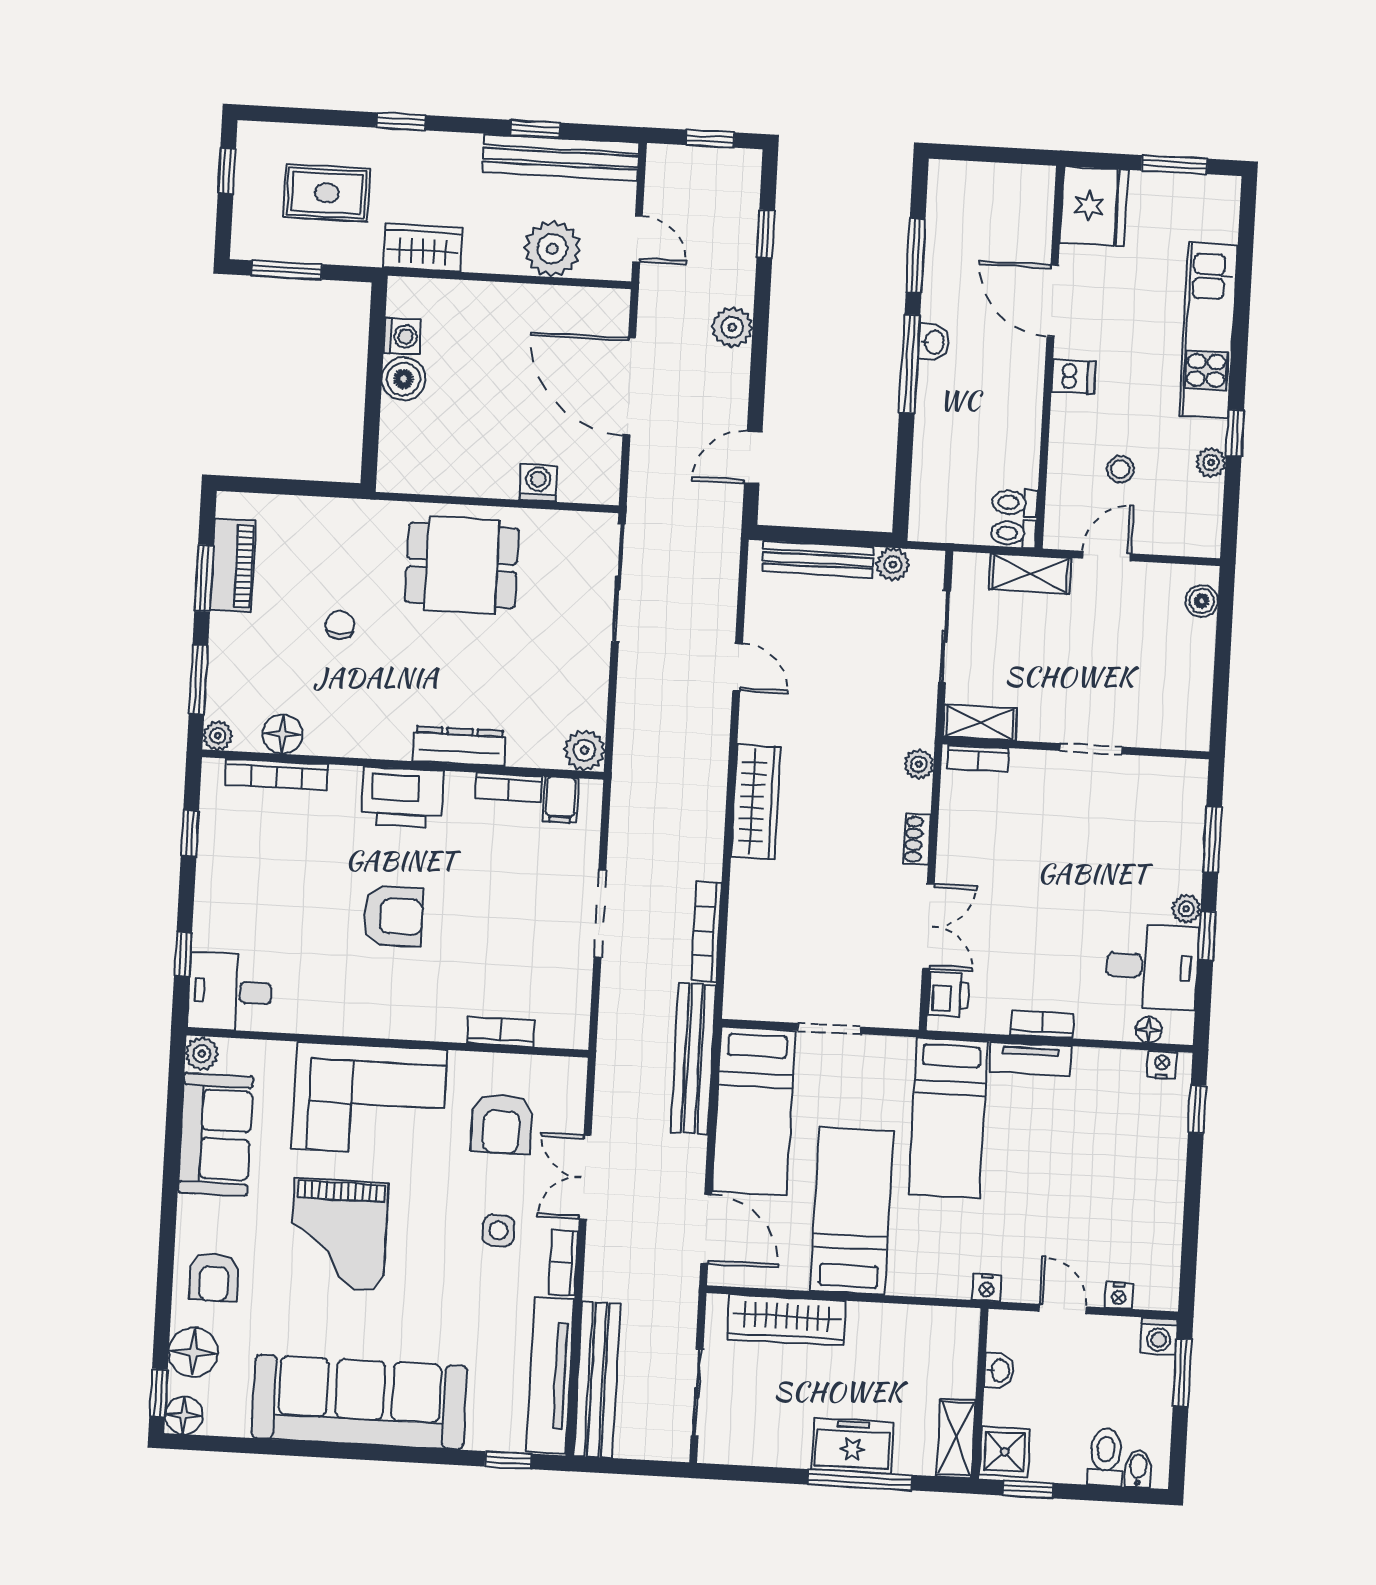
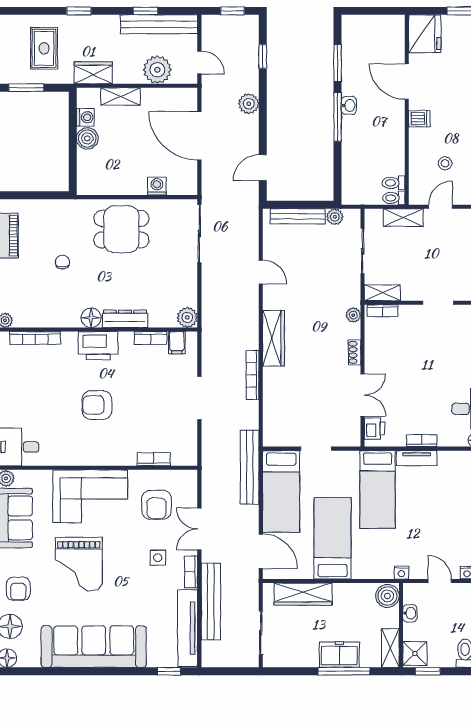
rug: (327, 193) -> (44, 48), turned 90
shelving: (475, 298) -> (121, 97), added
floor lamp: (282, 734) -> (91, 318), moved
armchair: (393, 916) -> (97, 405), turned 180
bookcase: (706, 931) -> (253, 375), moved
boiler: (956, 1333) -> (387, 596), added
bench: (597, 1380) -> (211, 601), moved

